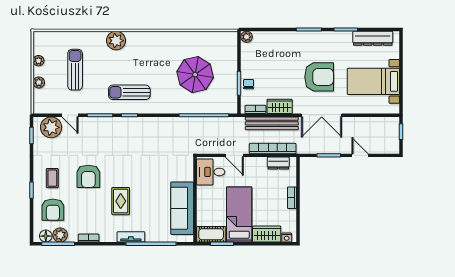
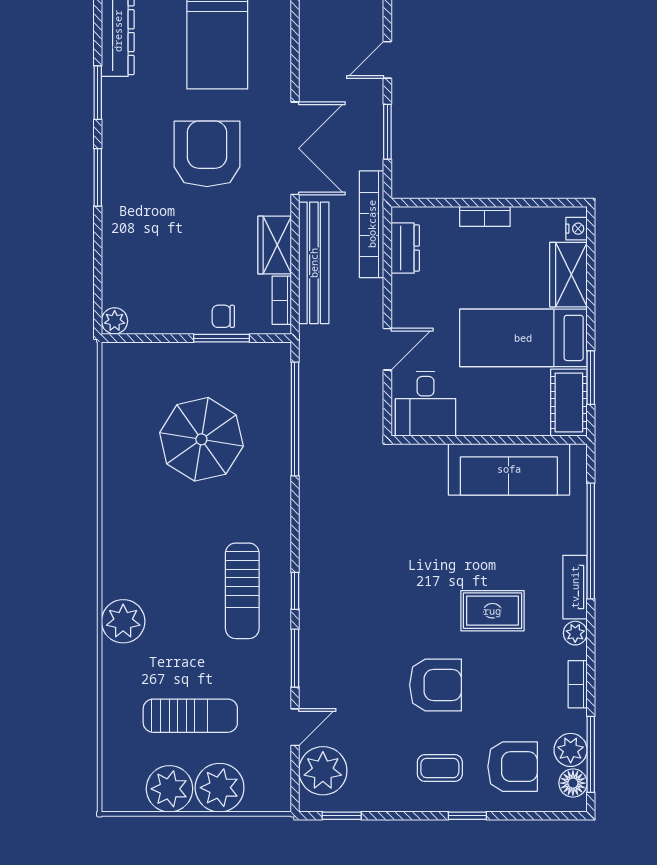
plant: (39, 61) -> (169, 789), width x1.88, depth x1.88
sun lounger: (75, 70) -> (190, 716), turned 180
plant: (39, 82) -> (220, 788), width x1.88, depth x1.88
bookcase: (273, 149) -> (372, 224), moved
plant: (111, 237) -> (575, 633), added

